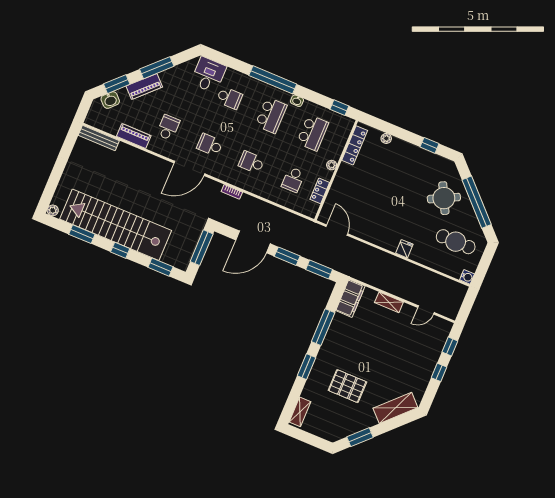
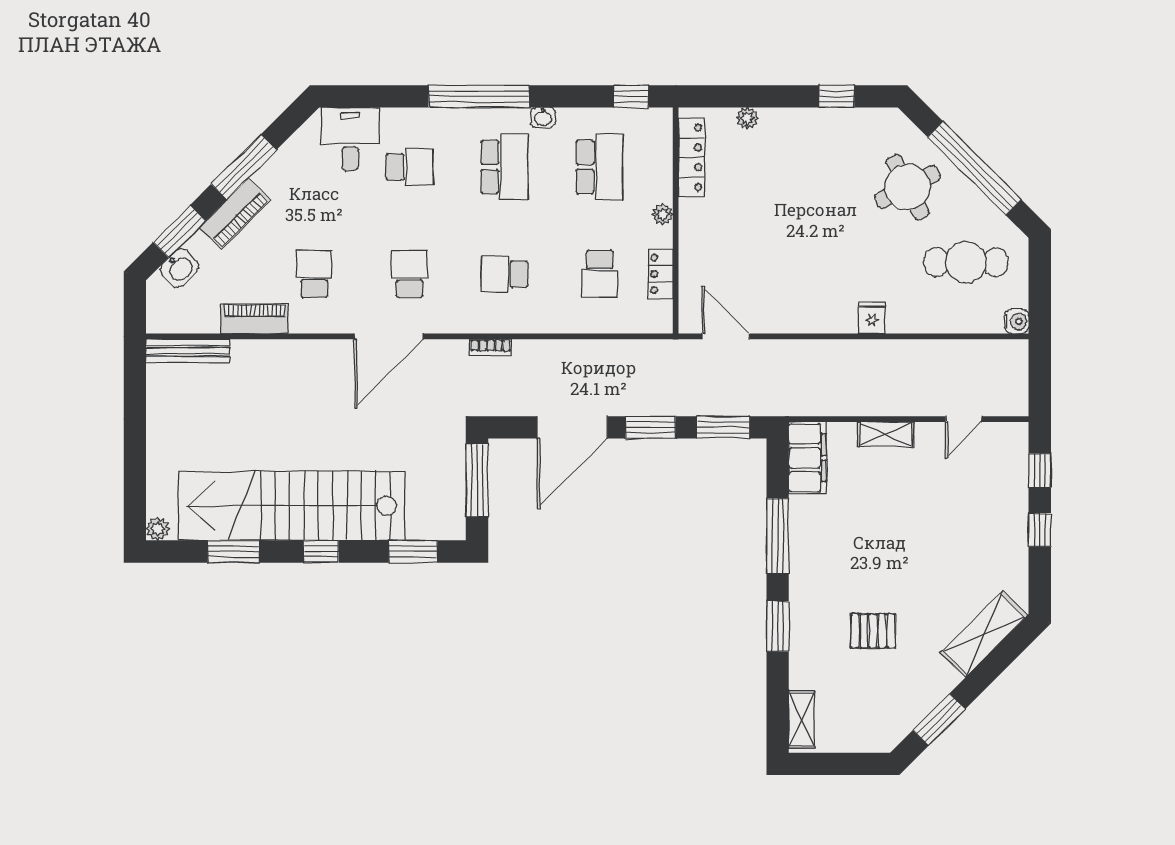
school desk: (210, 145) -> (409, 274), turned 90
pallet: (347, 386) -> (873, 631), width x0.67, depth x0.71

